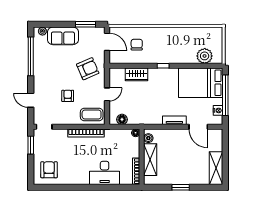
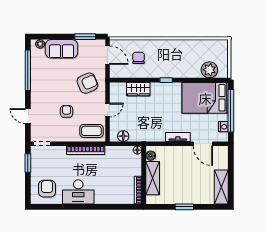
desk: (105, 173) -> (78, 192), moved

